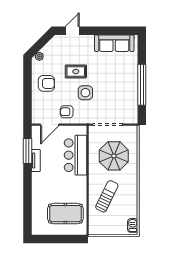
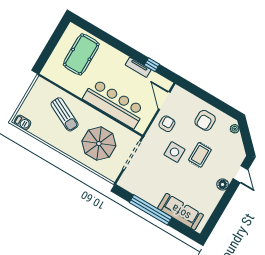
floor lamp: (89, 40) -> (223, 184), added
sofa: (114, 43) -> (181, 212), moved, turned 90
window: (27, 151) -> (152, 65), width x0.46
bar counter: (76, 155) -> (114, 104), width x1.36
pool table: (65, 214) -> (81, 54), moved

